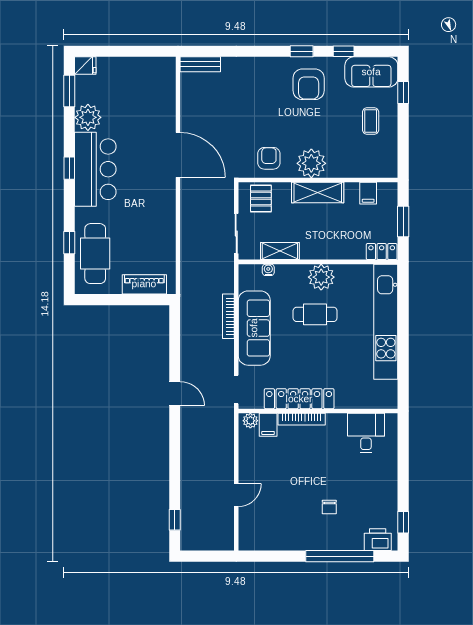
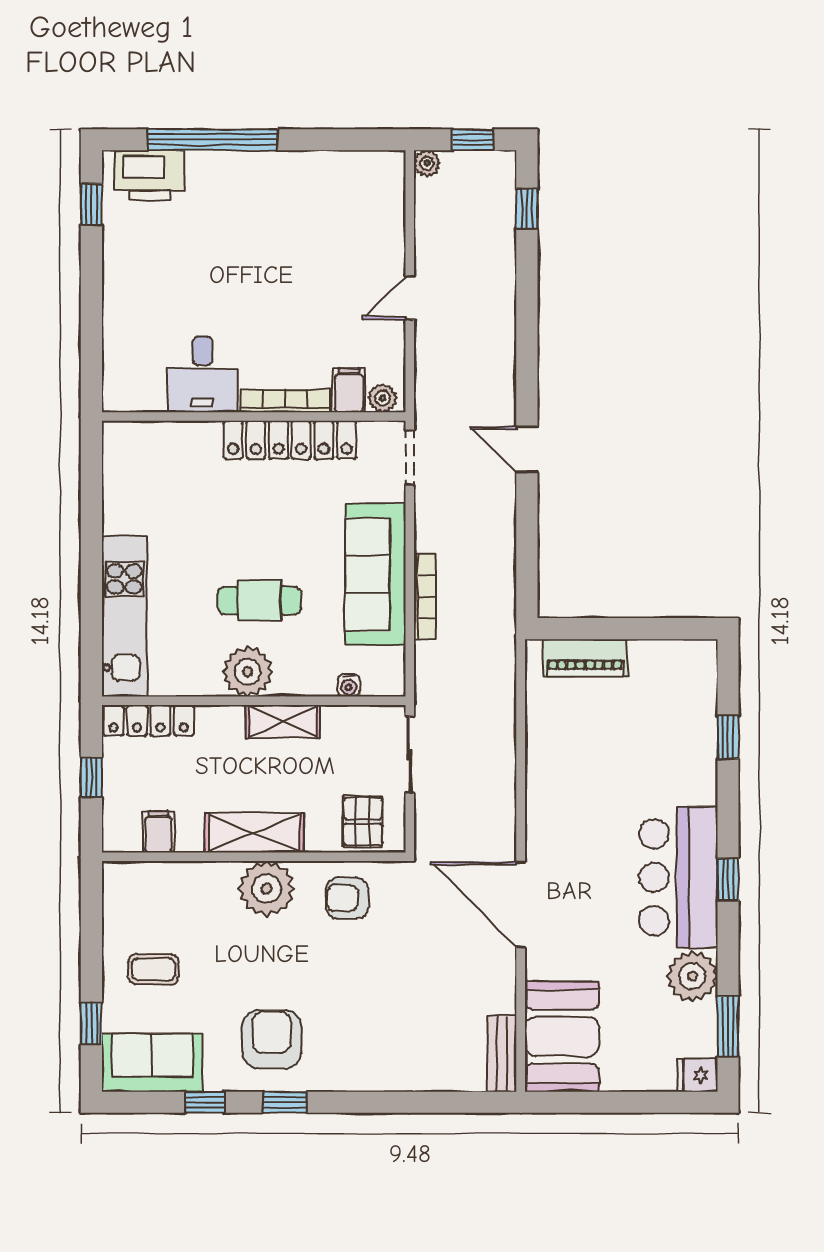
bench: (200, 64) -> (502, 1054), moved, turned 90
booth: (156, 86) -> (562, 1037), added
coffee table: (371, 121) -> (154, 969), turned 90
armchair: (269, 158) -> (347, 898), turned 90
window: (403, 222) -> (91, 778), width x0.67
shelving: (280, 251) -> (283, 721), moved
locker: (382, 252) -> (149, 720), width x1.53
cafe table: (95, 254) -> (679, 717), removed
kitchen unit: (386, 322) -> (124, 616), width x0.73
desk: (366, 433) -> (203, 374), moved
door: (236, 495) -> (410, 298), moved
chair: (329, 507) -> (232, 233), removed
printer: (378, 540) -> (150, 175), width x1.37, depth x1.19
plant: (227, 544) -> (427, 163), added
window: (203, 556) -> (473, 140), added

